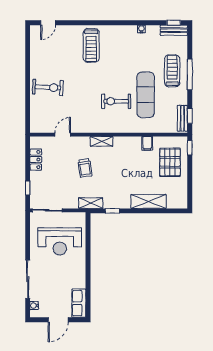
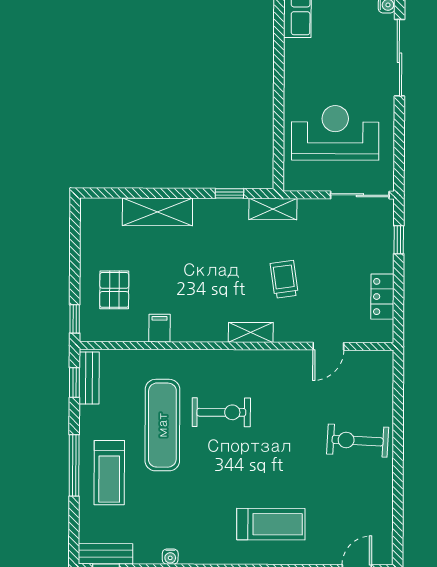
treadmill: (91, 45) -> (271, 524), turned 90
pallet: (170, 162) -> (114, 290), width x0.67, depth x0.71

